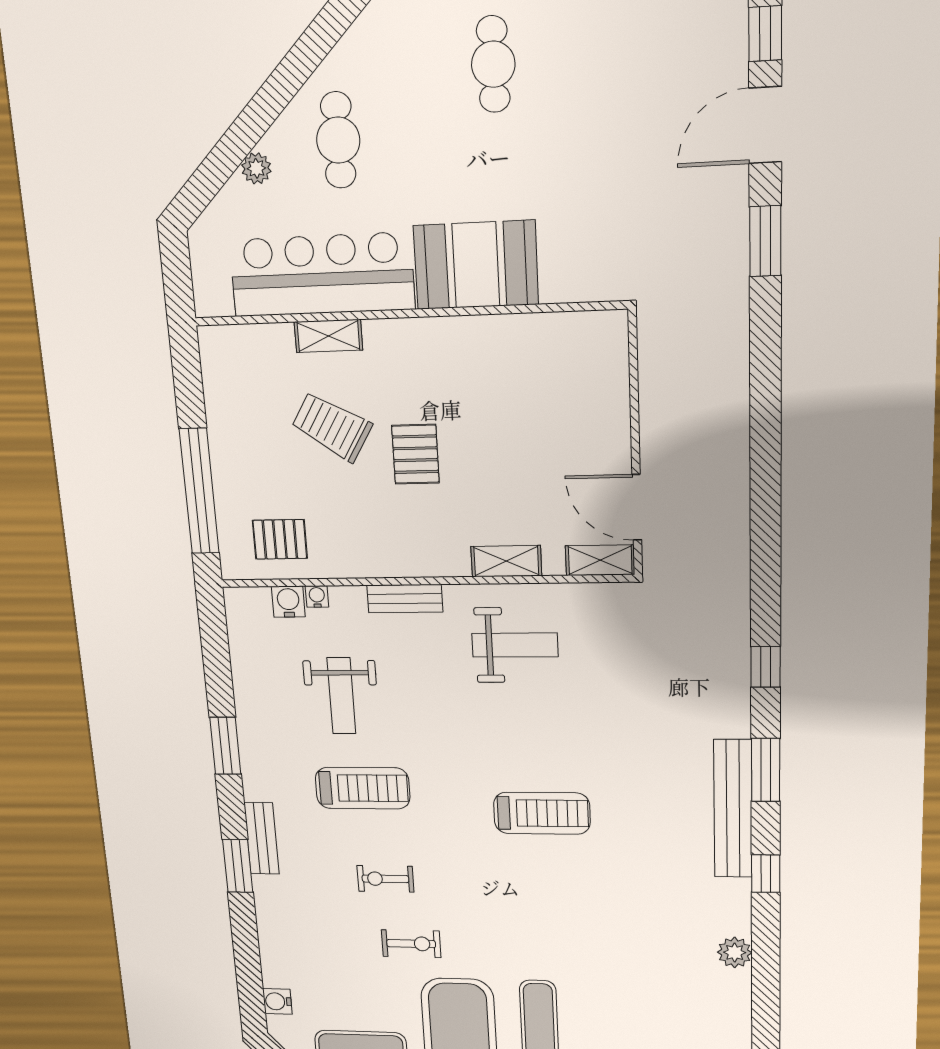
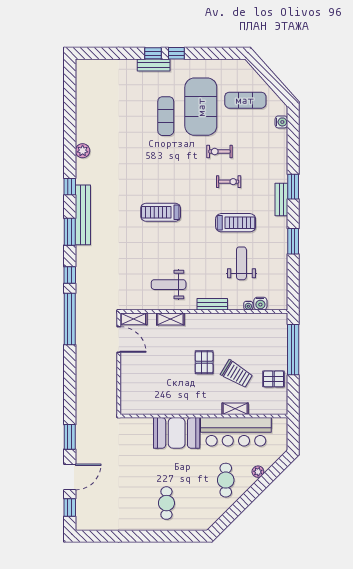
pallet: (280, 539) -> (274, 379), moved
window: (765, 557) -> (70, 319), added
treadmill: (363, 788) -> (236, 223), turned 180

